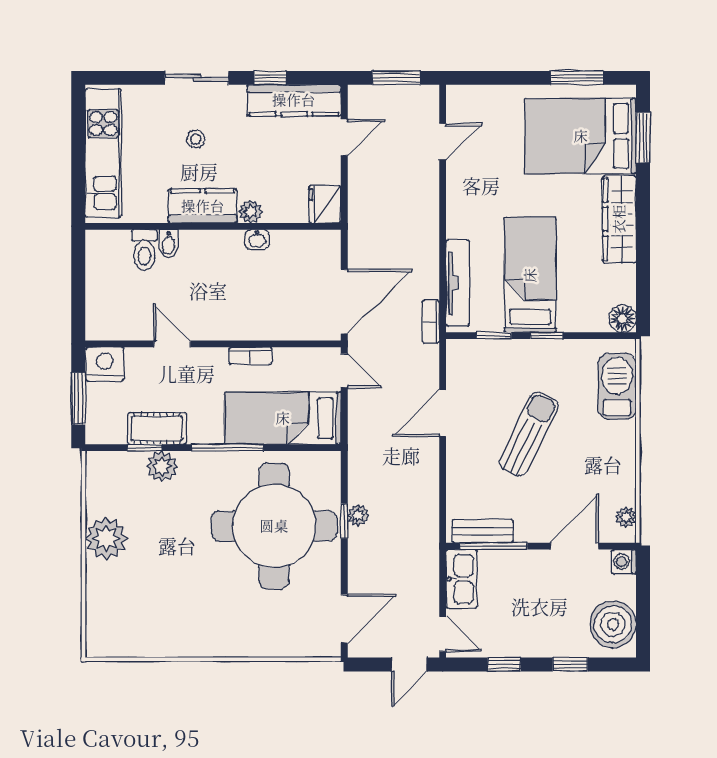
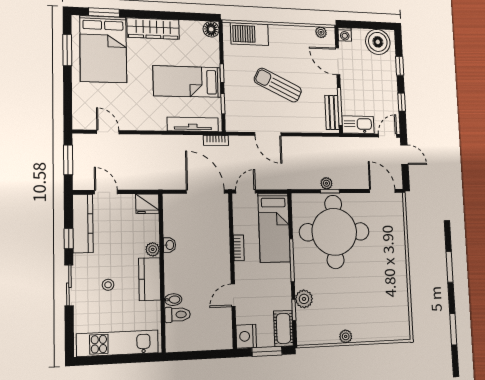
cot: (157, 428) -> (283, 328), moved
plant: (106, 538) -> (346, 336), width x0.53, depth x0.53

